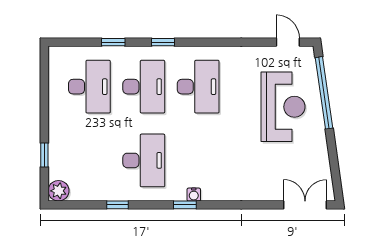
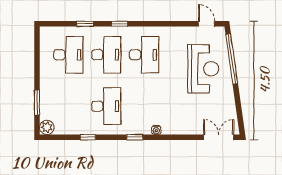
window: (44, 155) -> (37, 102), width x1.50
water cooler: (194, 195) -> (156, 130), moved

